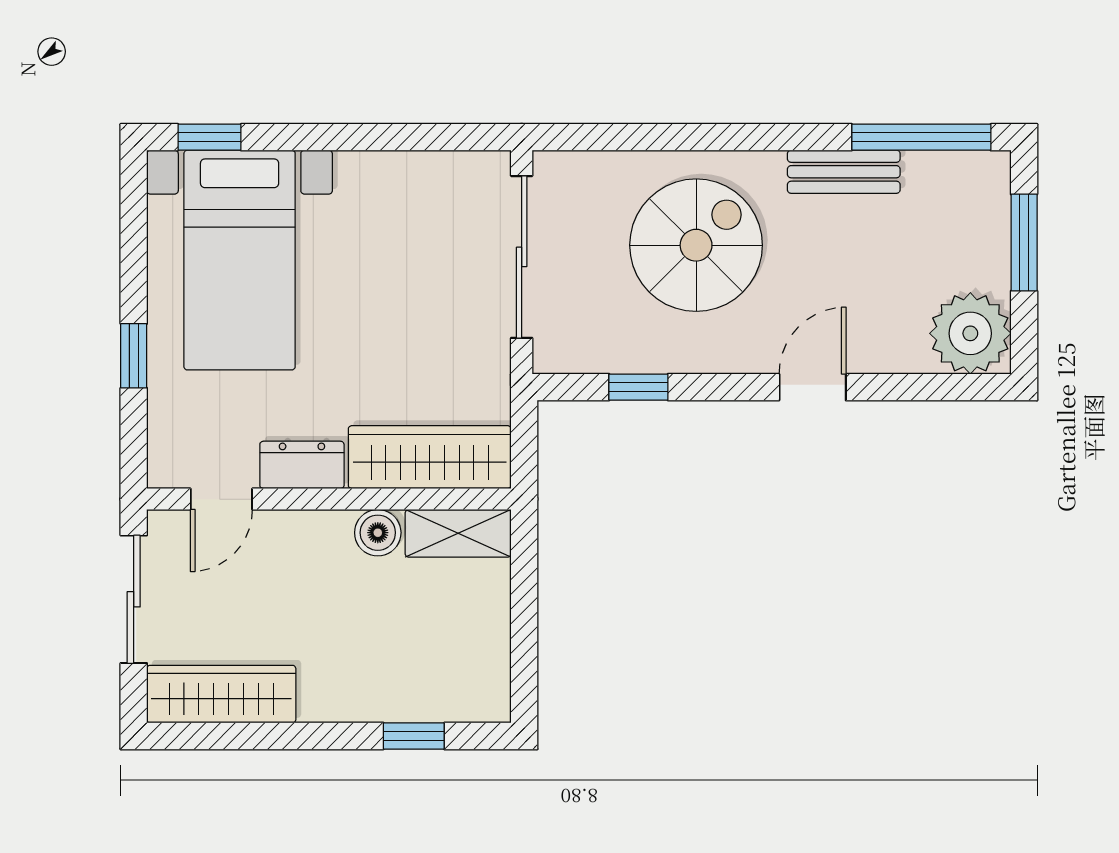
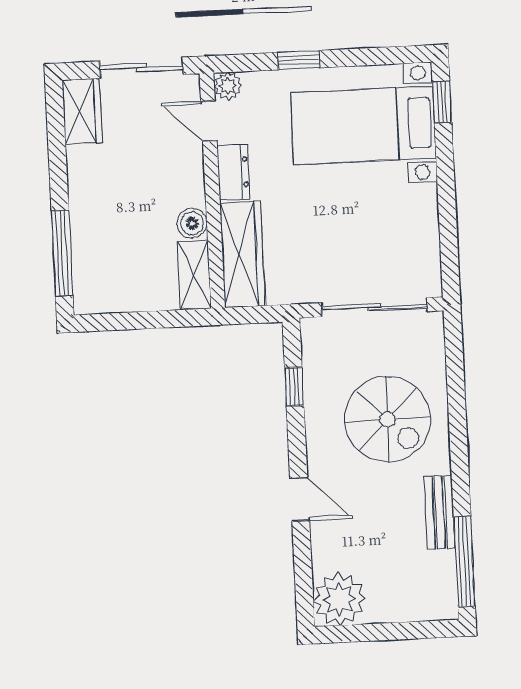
window: (1024, 243) -> (400, 631), removed
plant: (168, 467) -> (228, 86), added
wardrobe: (221, 694) -> (82, 111), width x0.67
window: (414, 736) -> (62, 253), width x2.17

